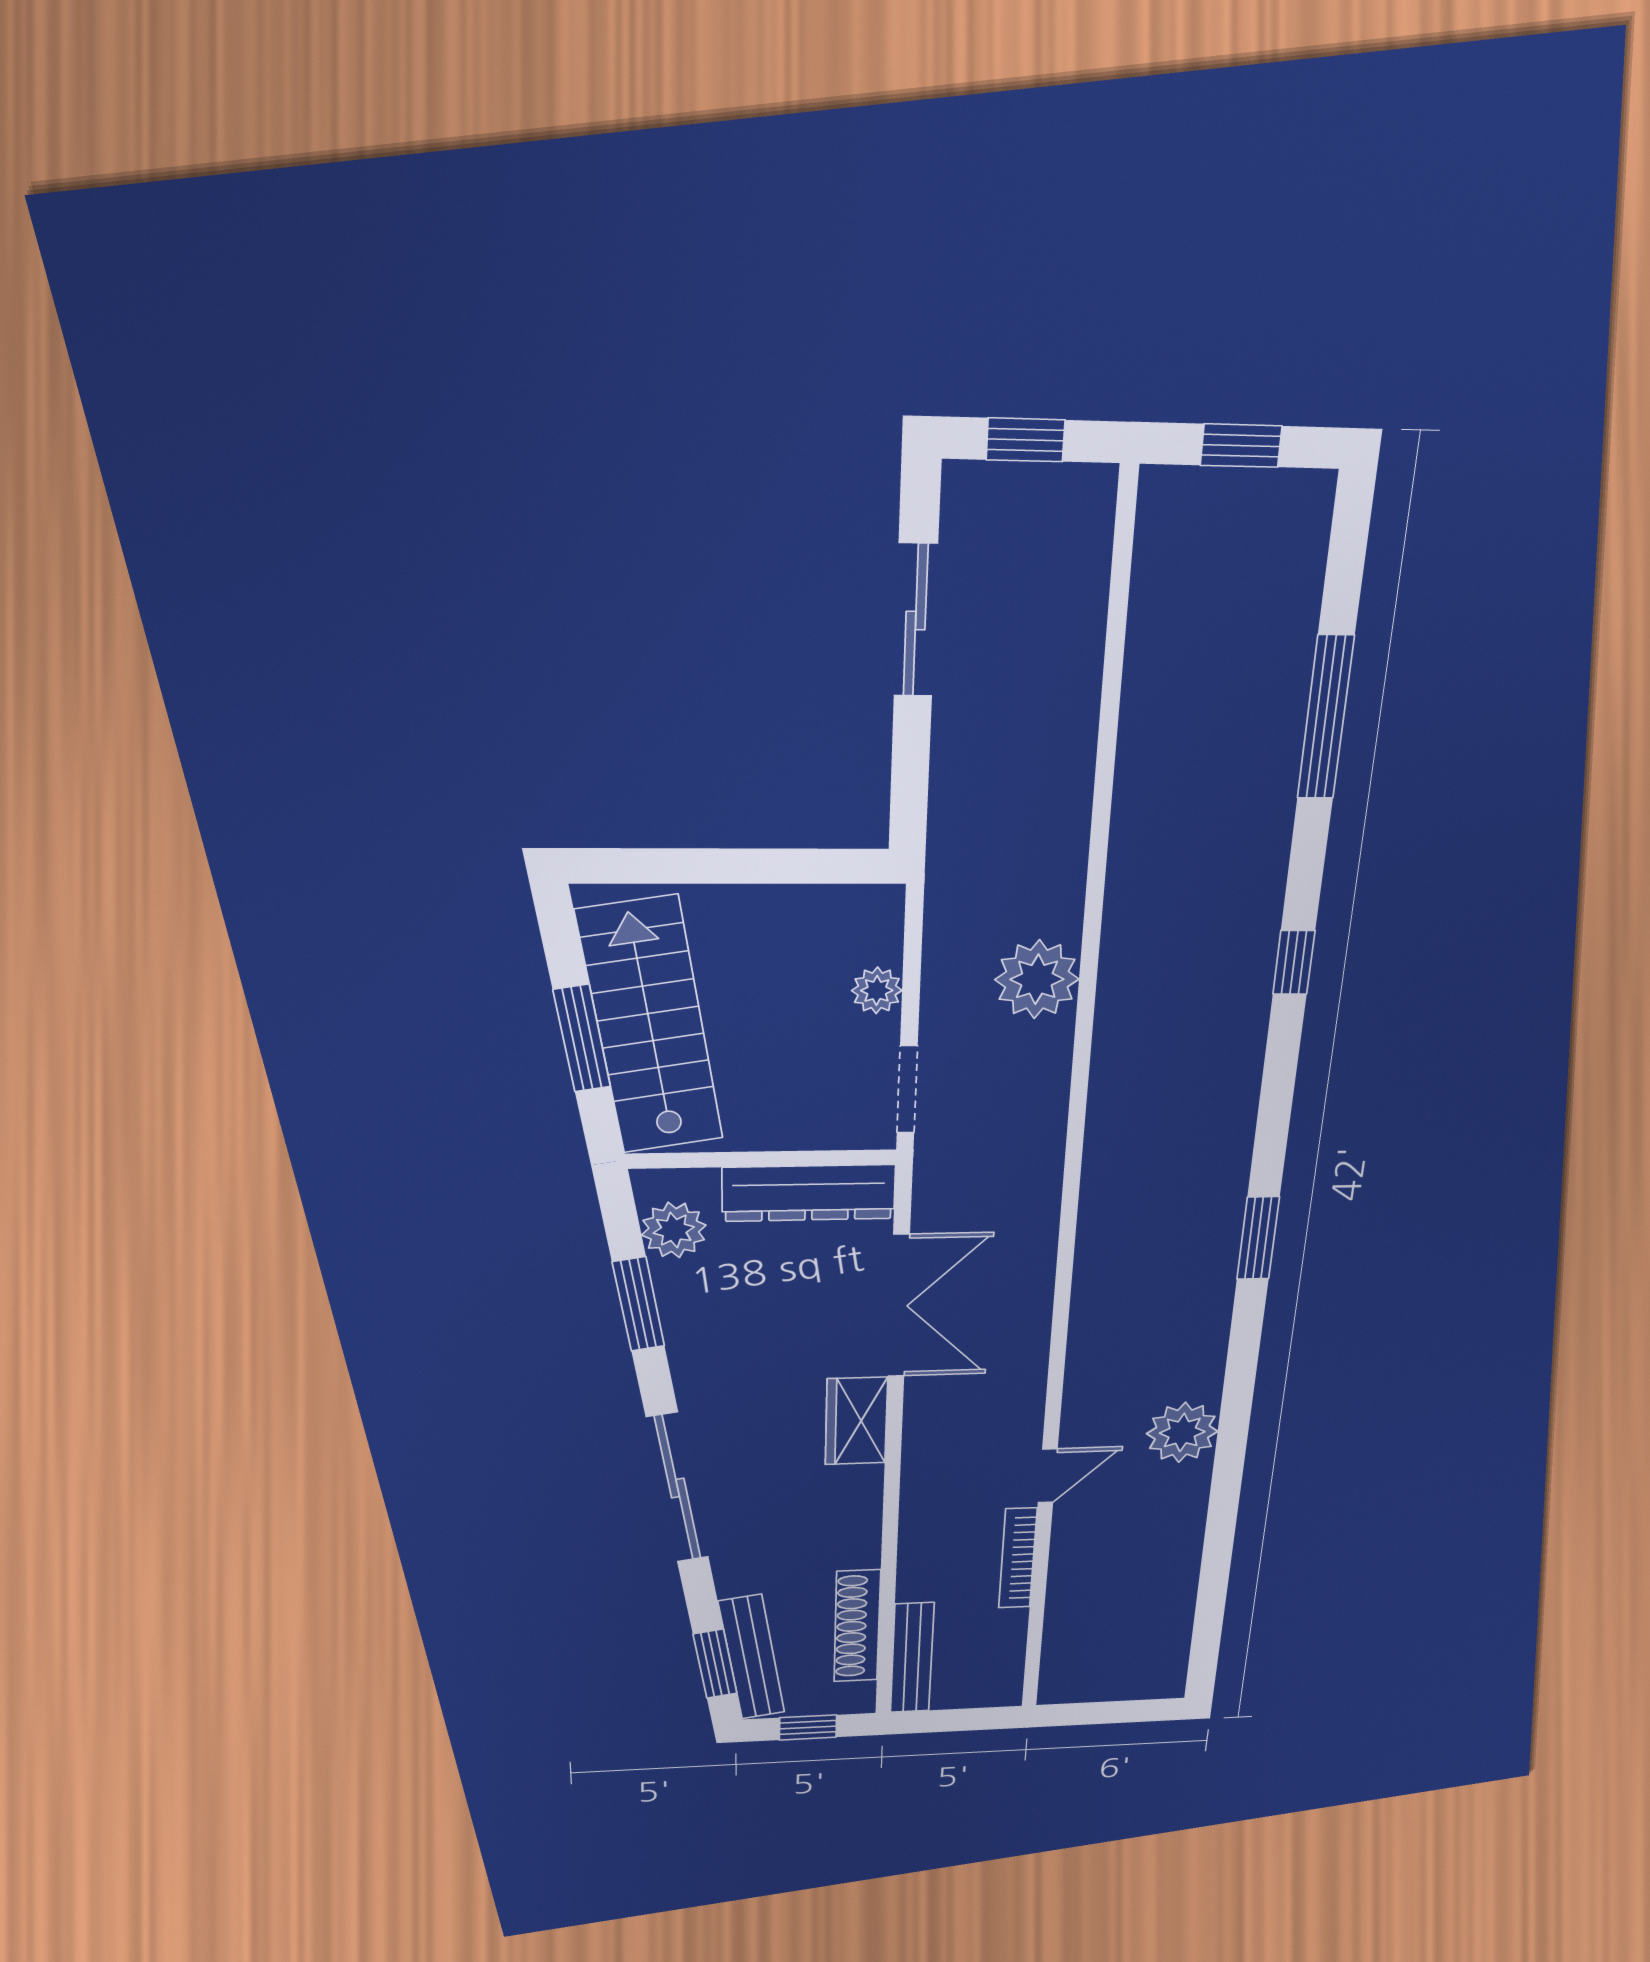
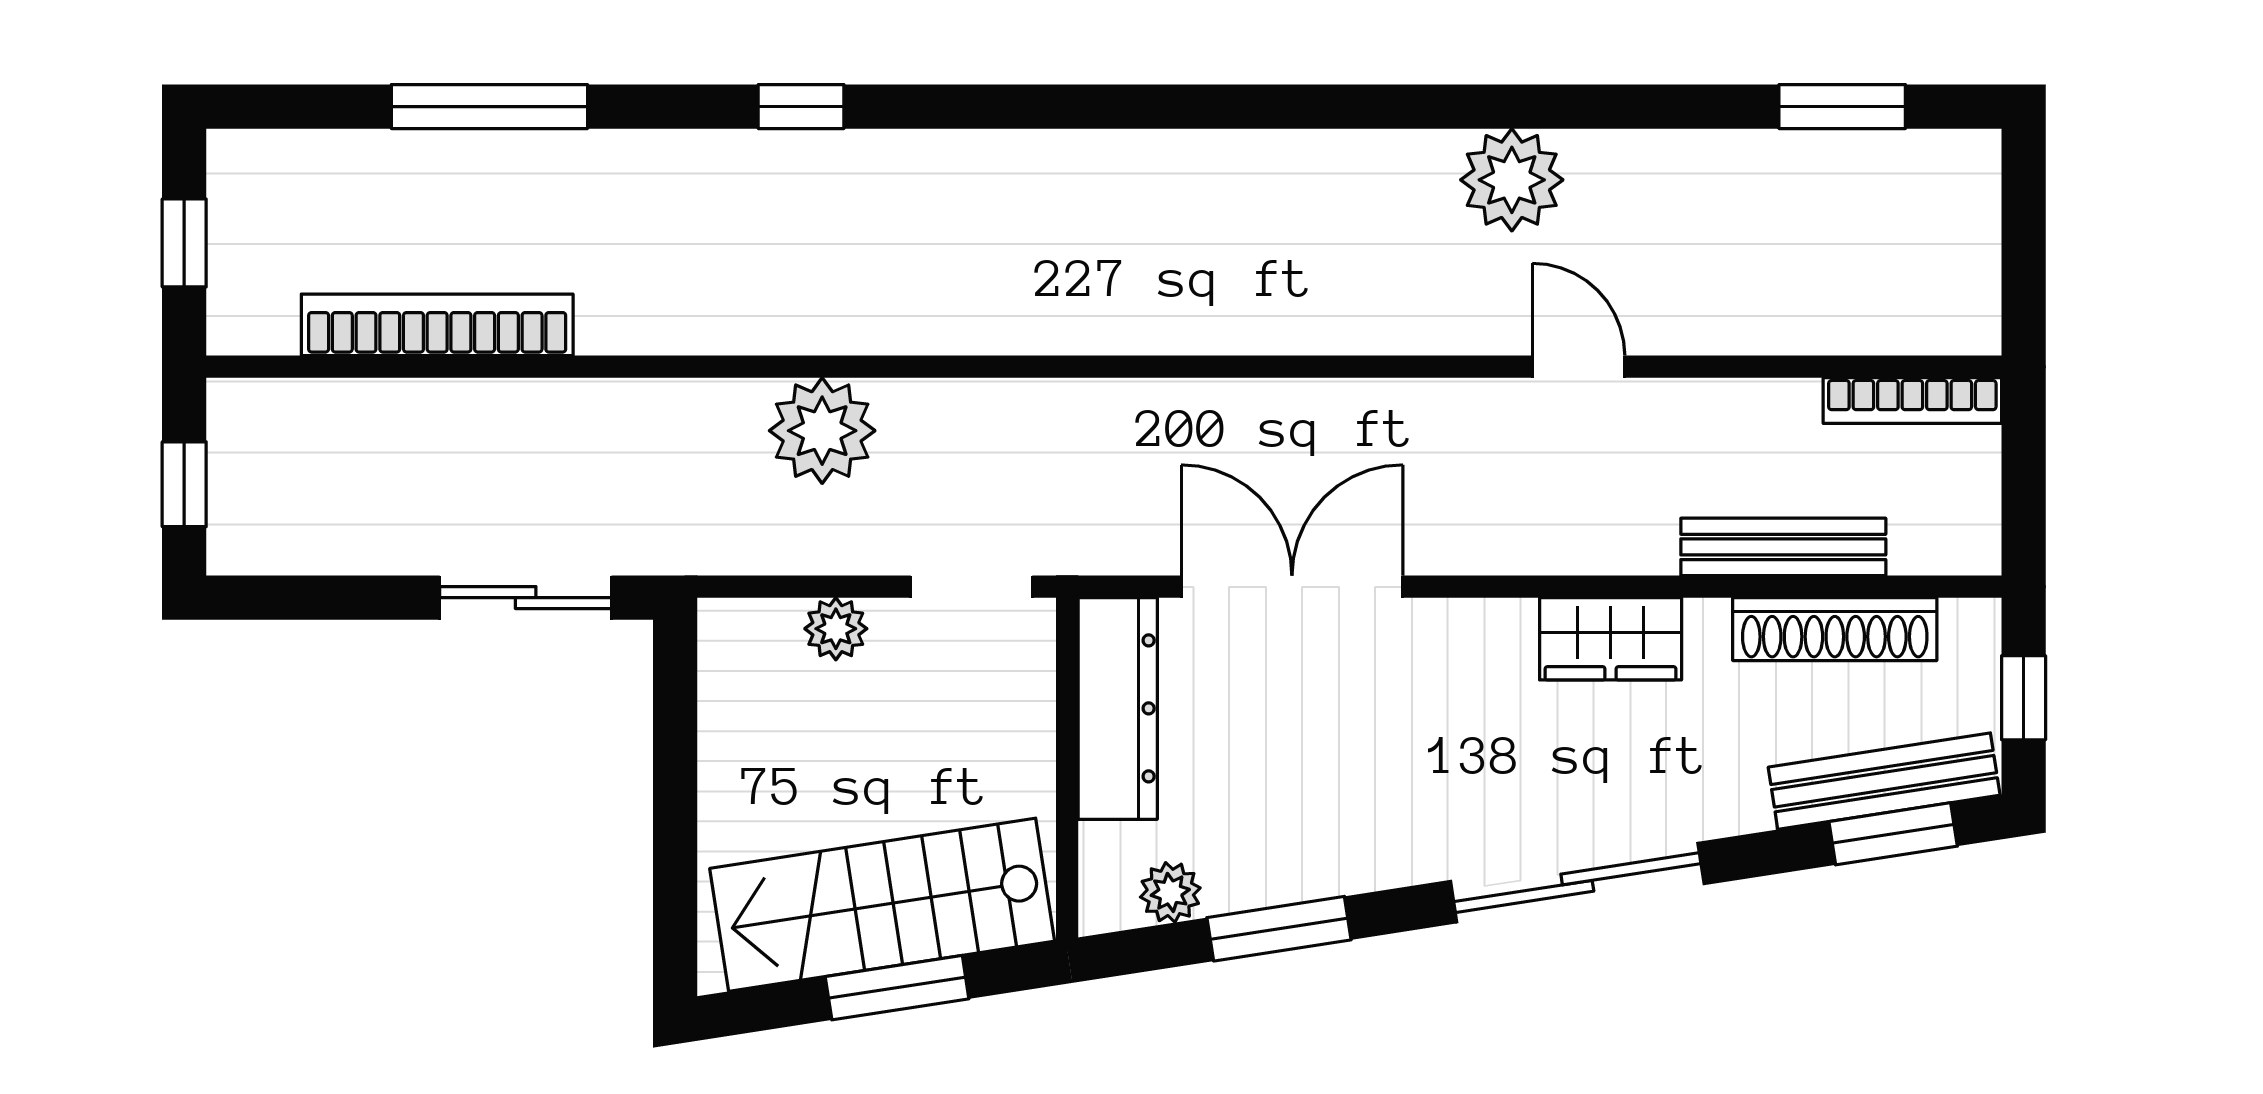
sliding door: (916, 620) -> (526, 598), moved
bookcase: (1148, 671) -> (437, 325), added
plant: (674, 1230) -> (1170, 892), width x0.73, depth x0.73
window: (1258, 1238) -> (1842, 107), moved
wardrobe: (856, 1421) -> (1611, 639), moved
bookcase: (1018, 1558) -> (1912, 401), moved
bench: (912, 1658) -> (1783, 547), moved

